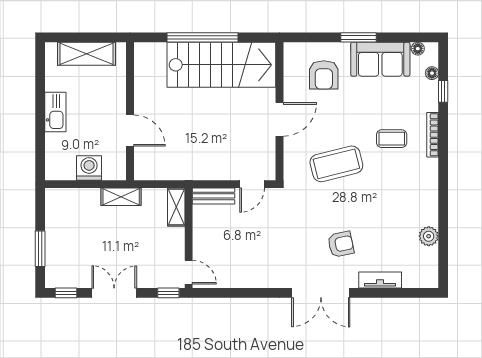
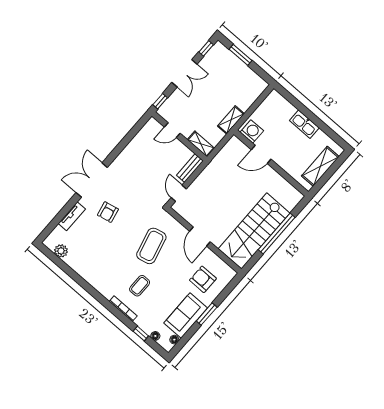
washing machine: (89, 168) -> (252, 131), moved, turned -90
plant: (429, 236) -> (61, 251), moved
door: (189, 272) -> (172, 130), moved

